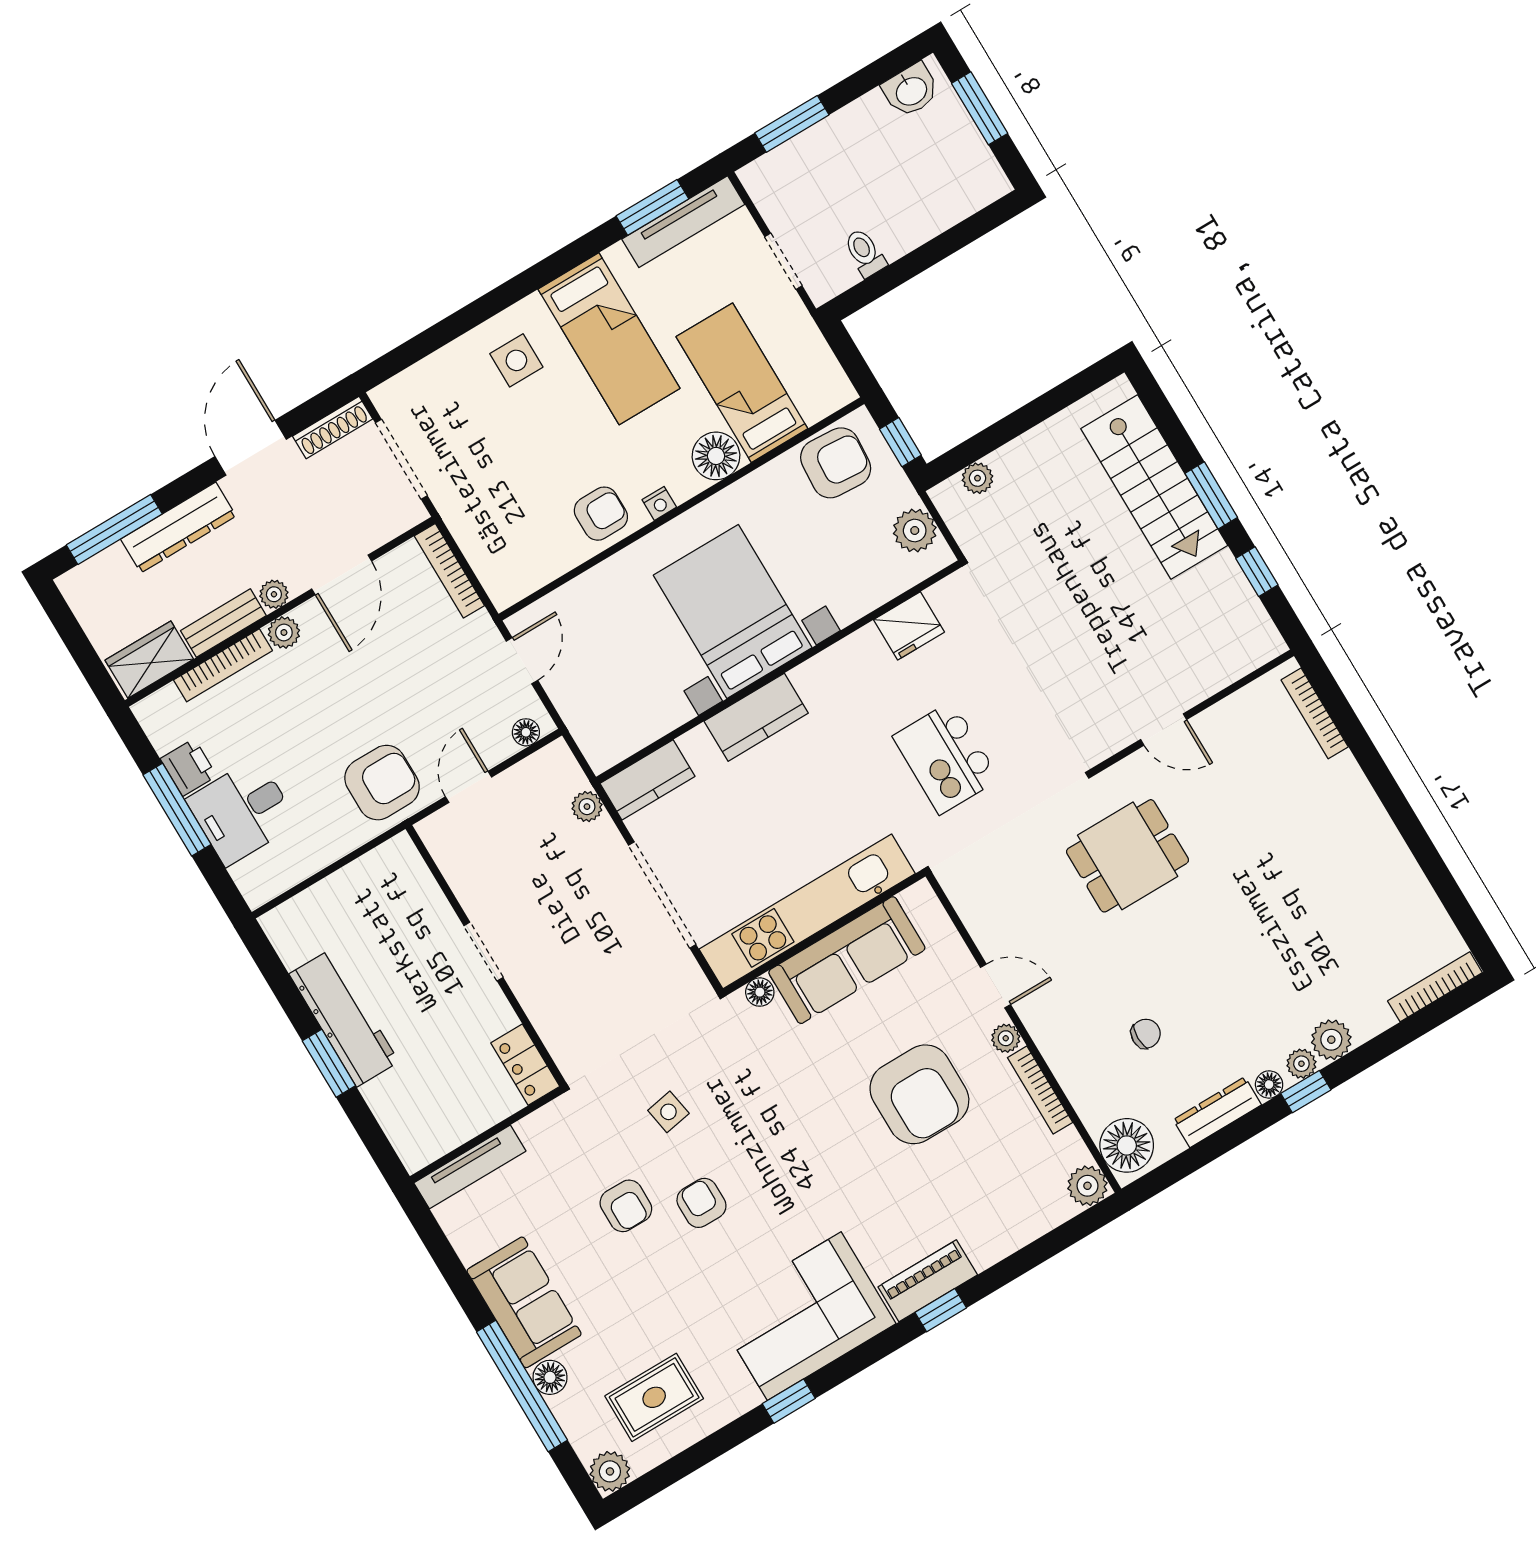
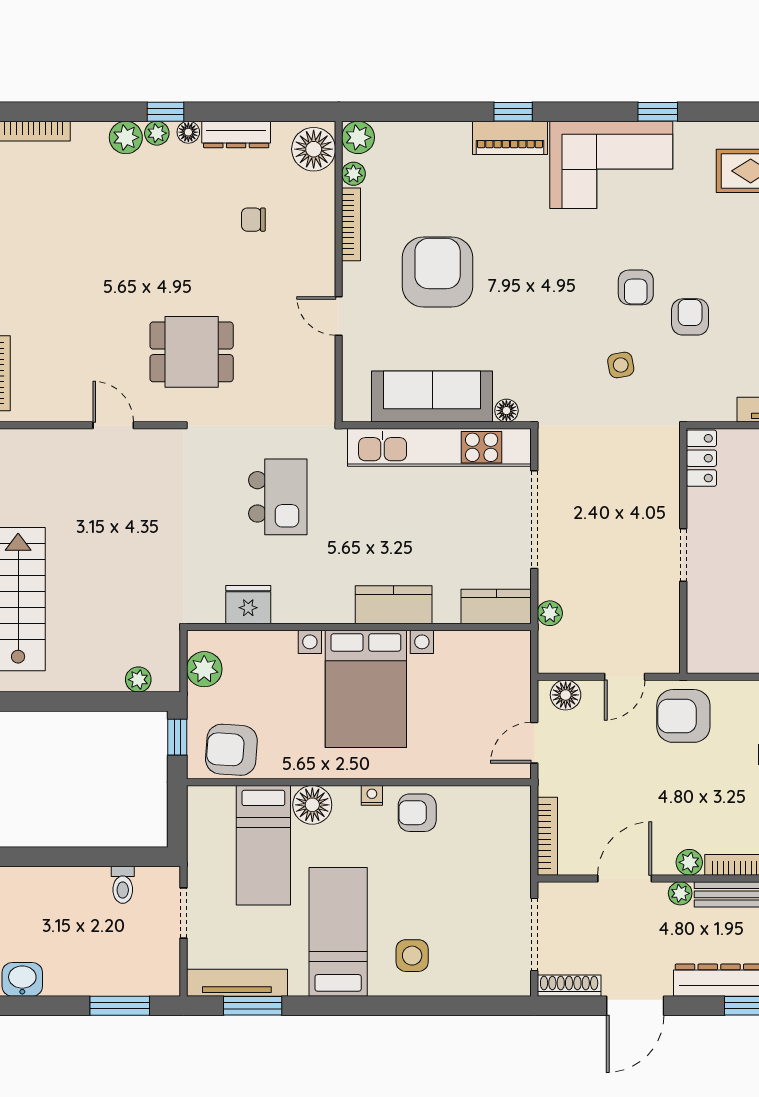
floor lamp: (526, 732) -> (566, 695), width x1.37, depth x1.37
plant: (1006, 1038) -> (353, 174), moved

